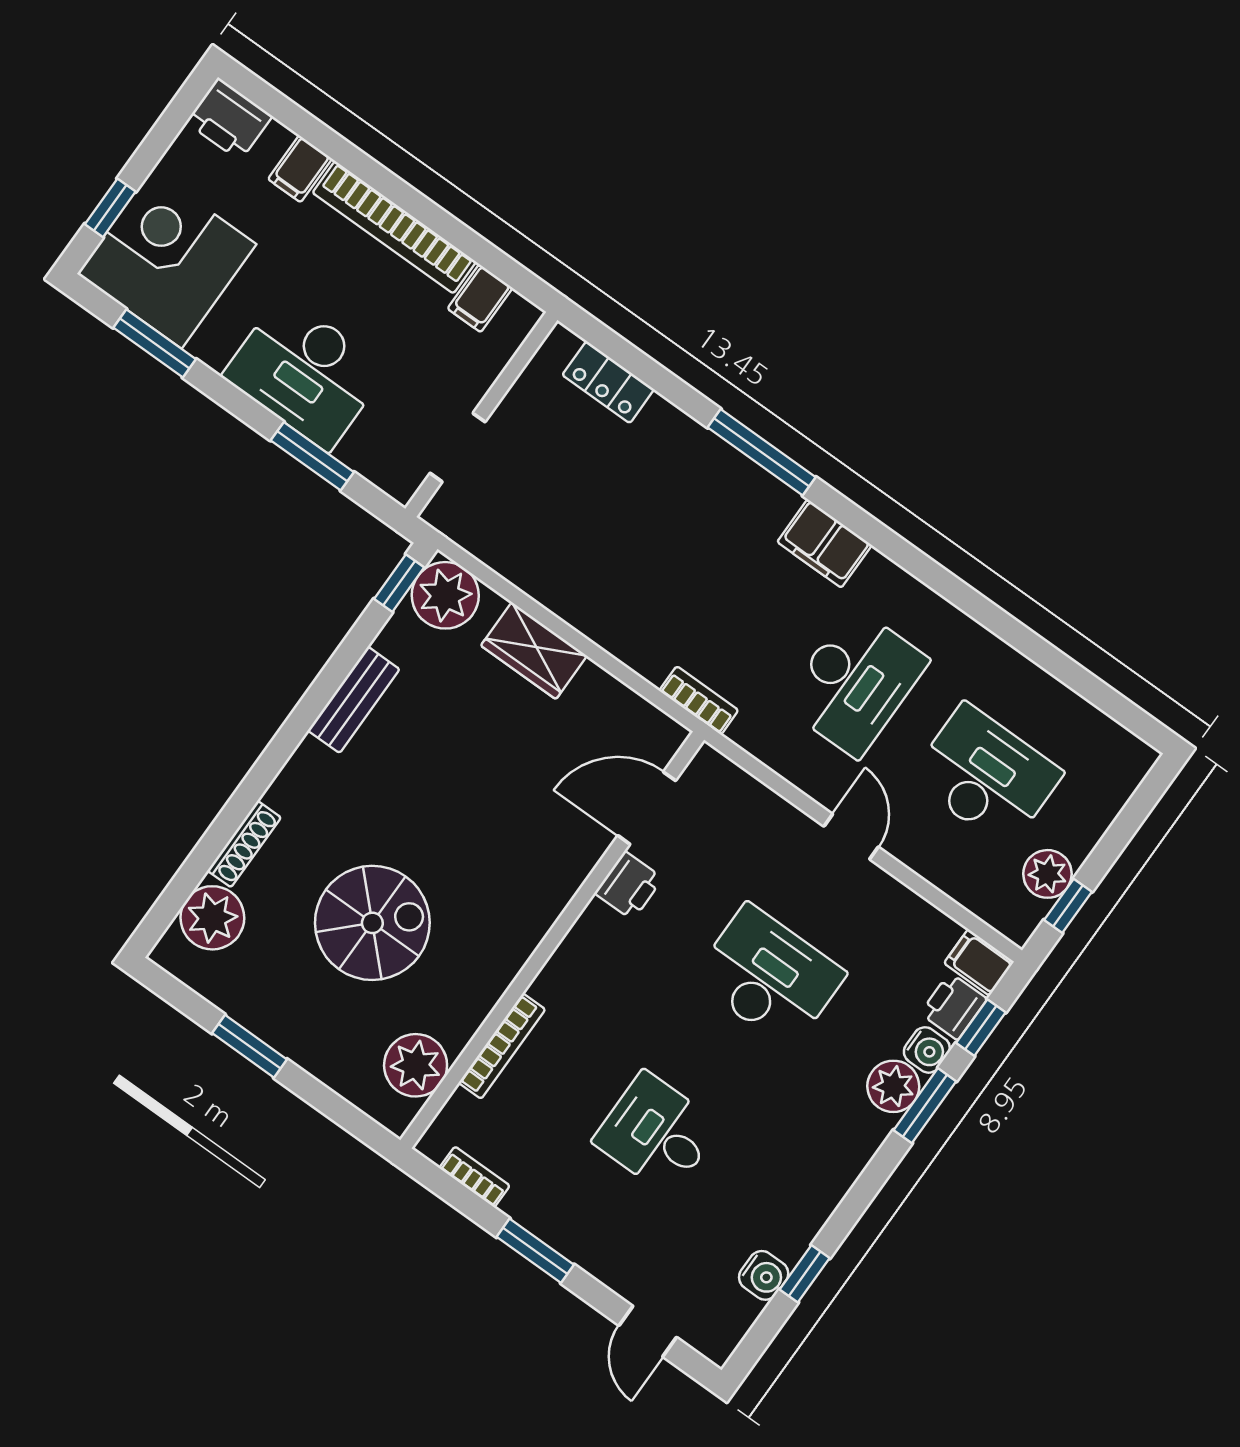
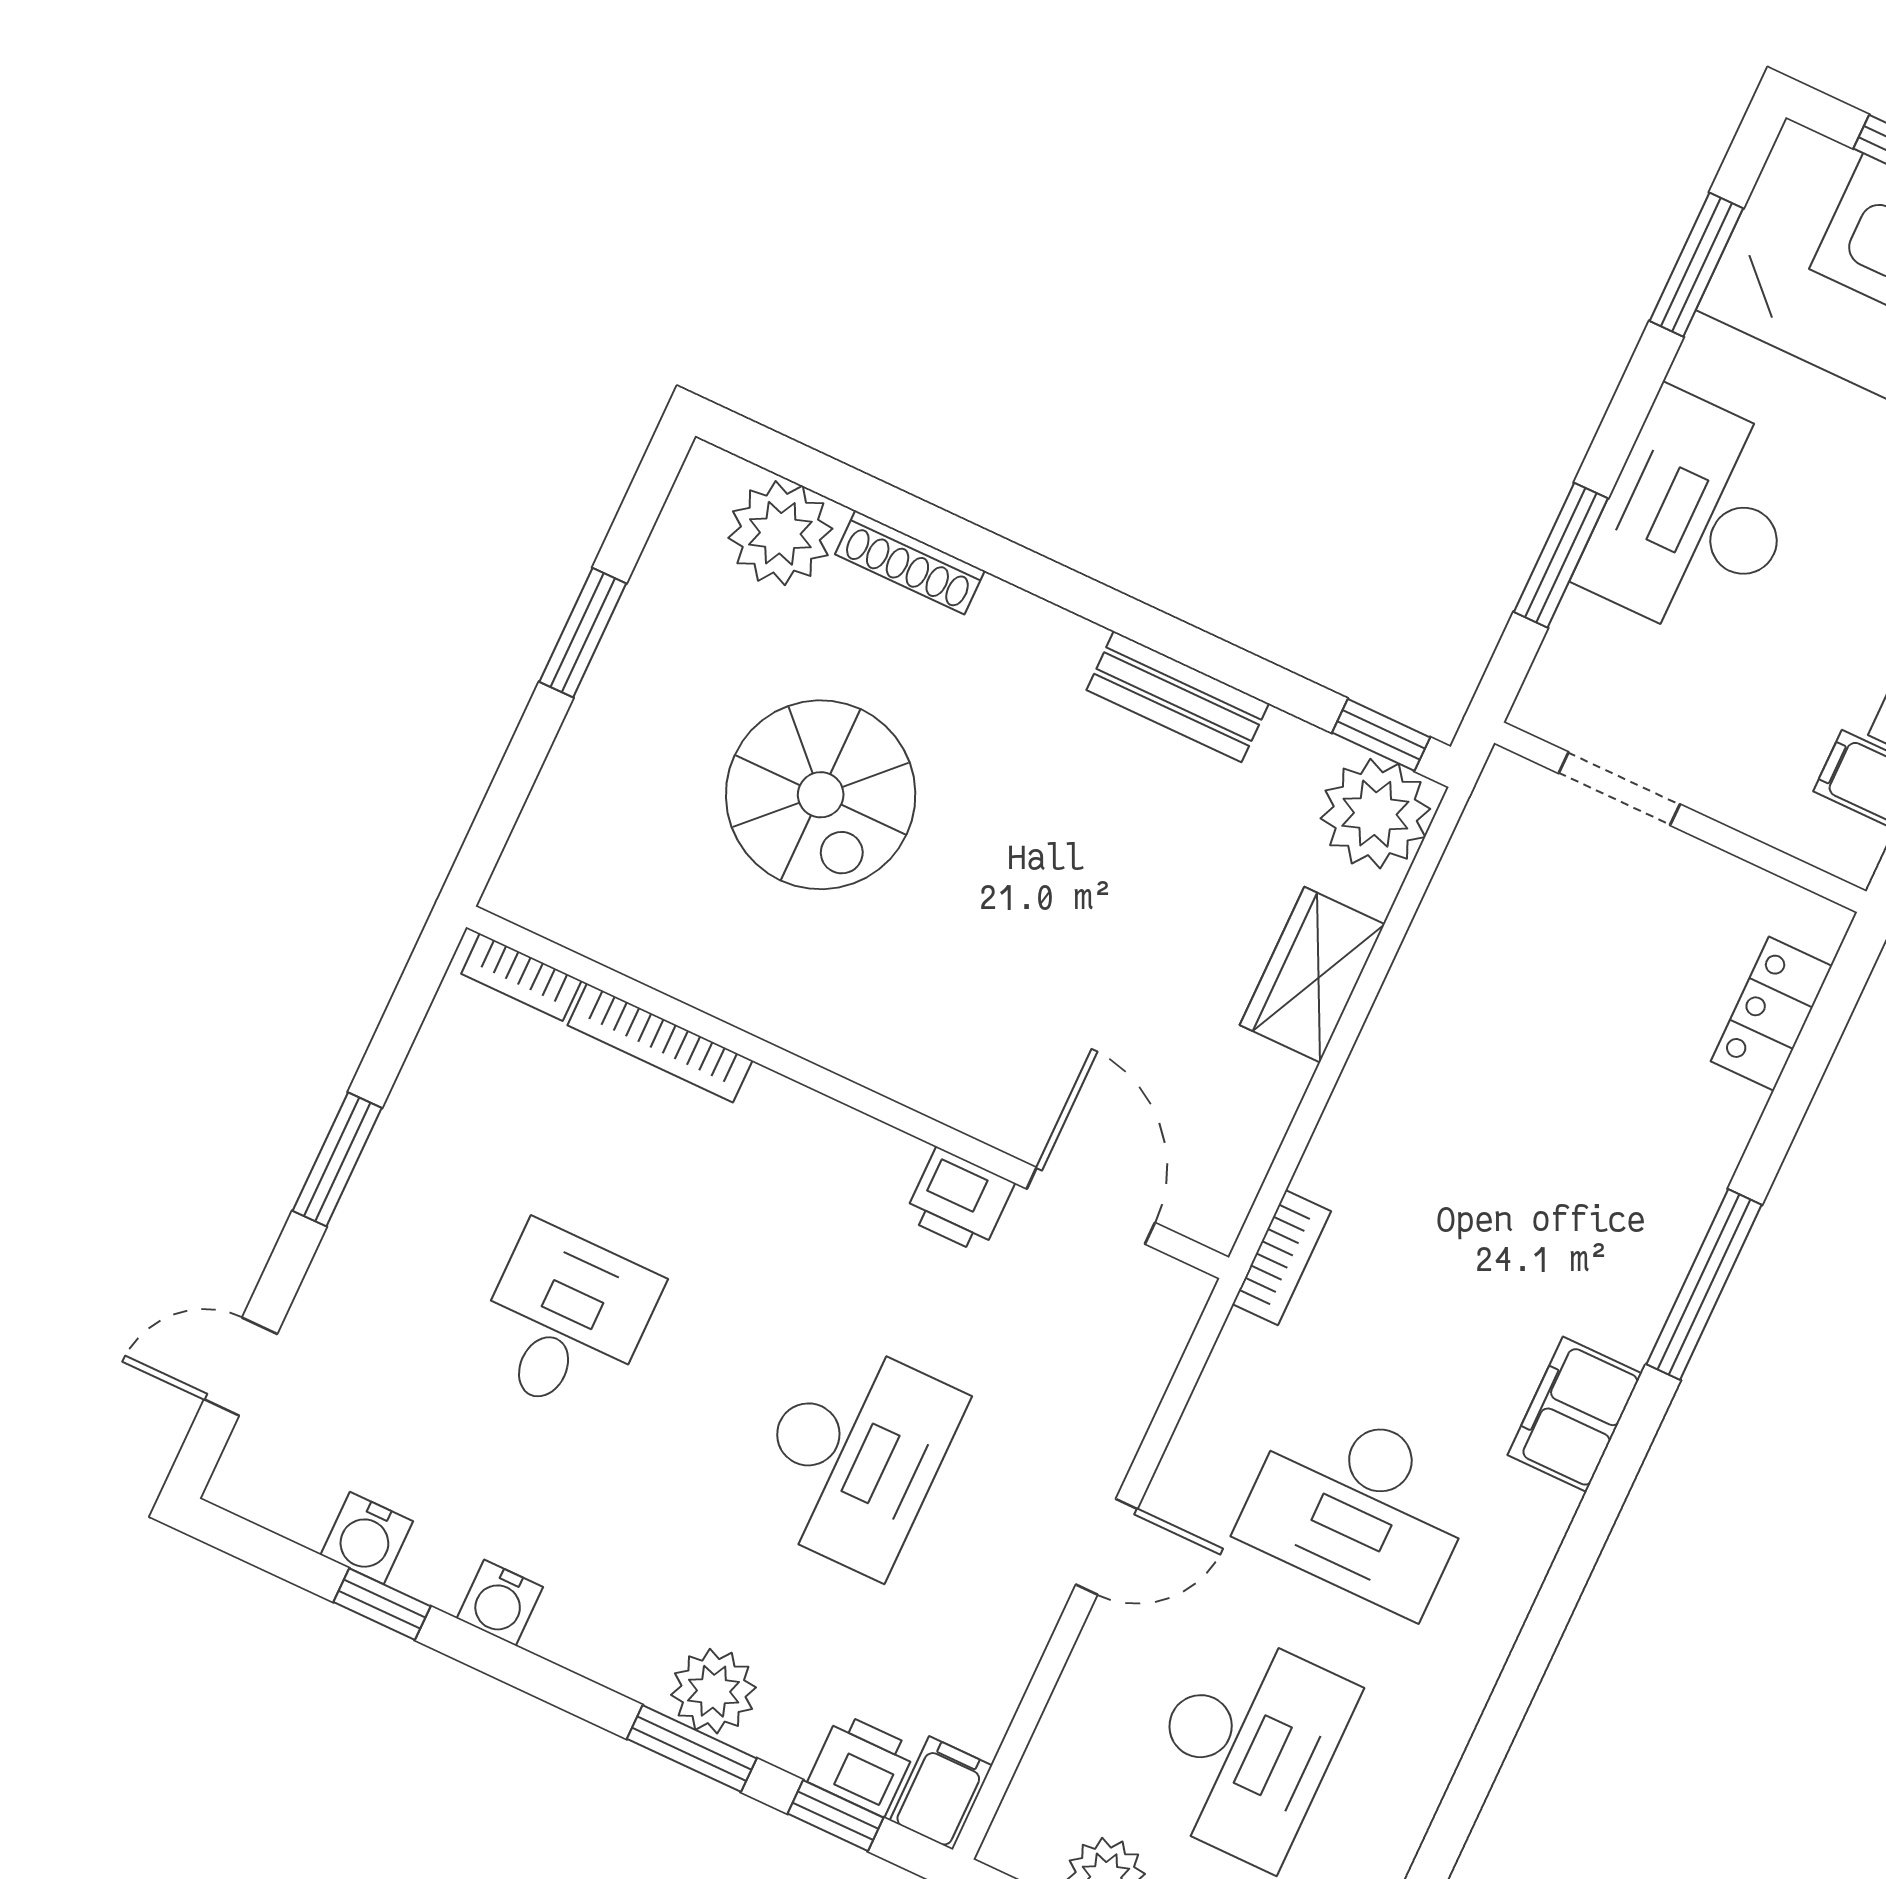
water cooler: (927, 1050) -> (500, 1603), moved
plant: (416, 1065) -> (602, 908), removed
bookcase: (475, 1177) -> (521, 977), moved, turned 90

